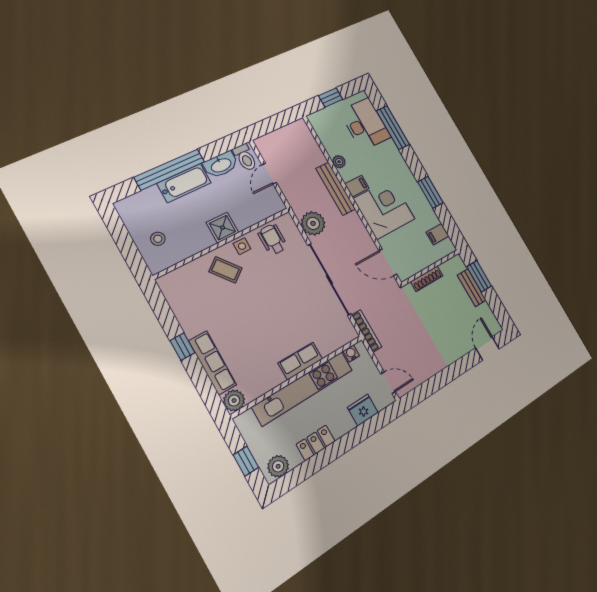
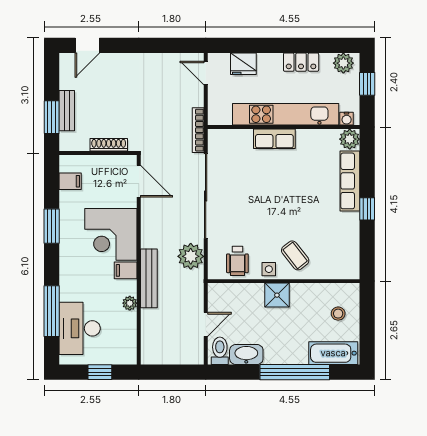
bathtub: (184, 183) -> (333, 353), moved
water cooler: (351, 353) -> (347, 119), moved

